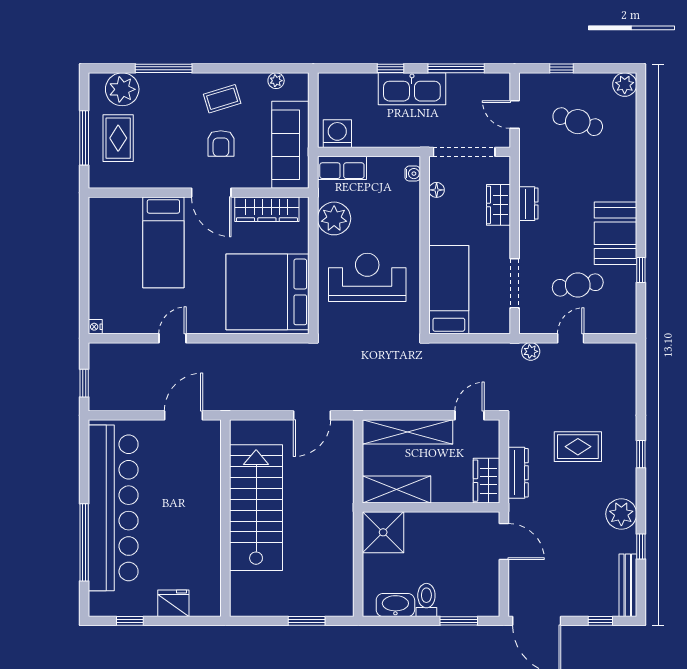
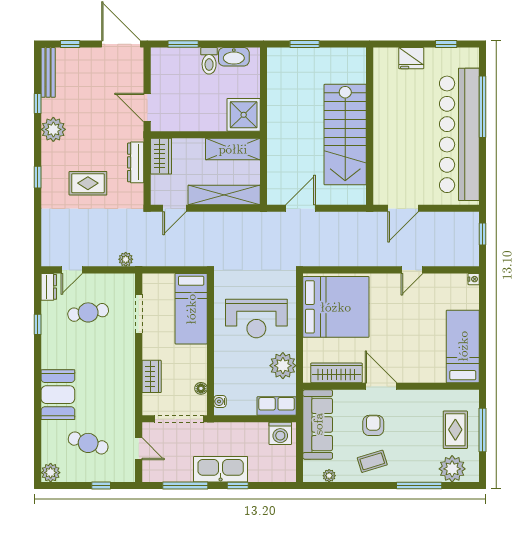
dresser: (528, 204) -> (49, 287), moved, turned 180
booth: (616, 233) -> (58, 395), moved
bed: (163, 242) -> (463, 346), moved
door: (571, 338) -> (72, 270), moved

